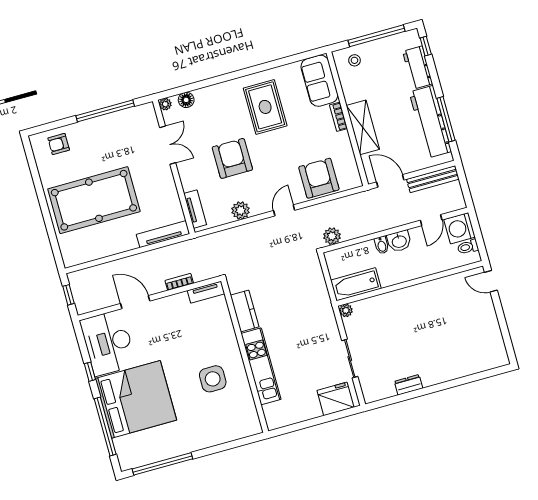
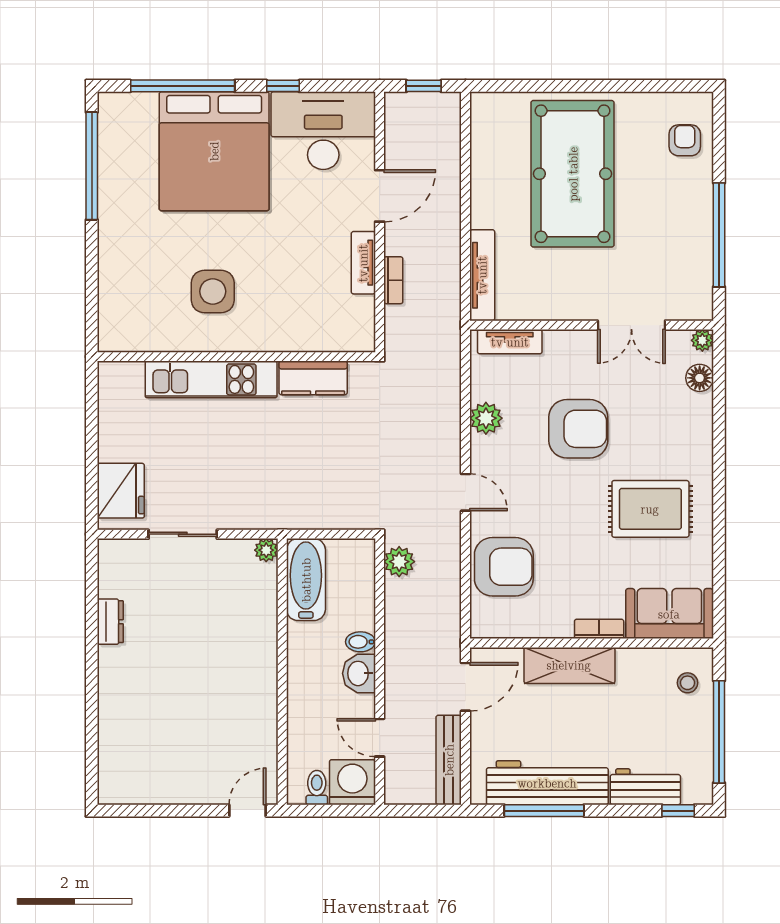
tv unit: (206, 292) -> (363, 263), moved

